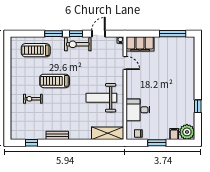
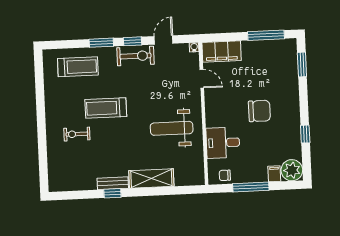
exercise bike: (78, 44) -> (136, 56), turned 180
treadmill: (36, 50) -> (78, 67), turned 180
window: (198, 56) -> (302, 65), added
chair: (165, 88) -> (259, 111), added
shelving: (108, 133) -> (151, 178), moved
window: (31, 143) -> (112, 193), moved
window: (157, 143) -> (251, 187), width x1.44

